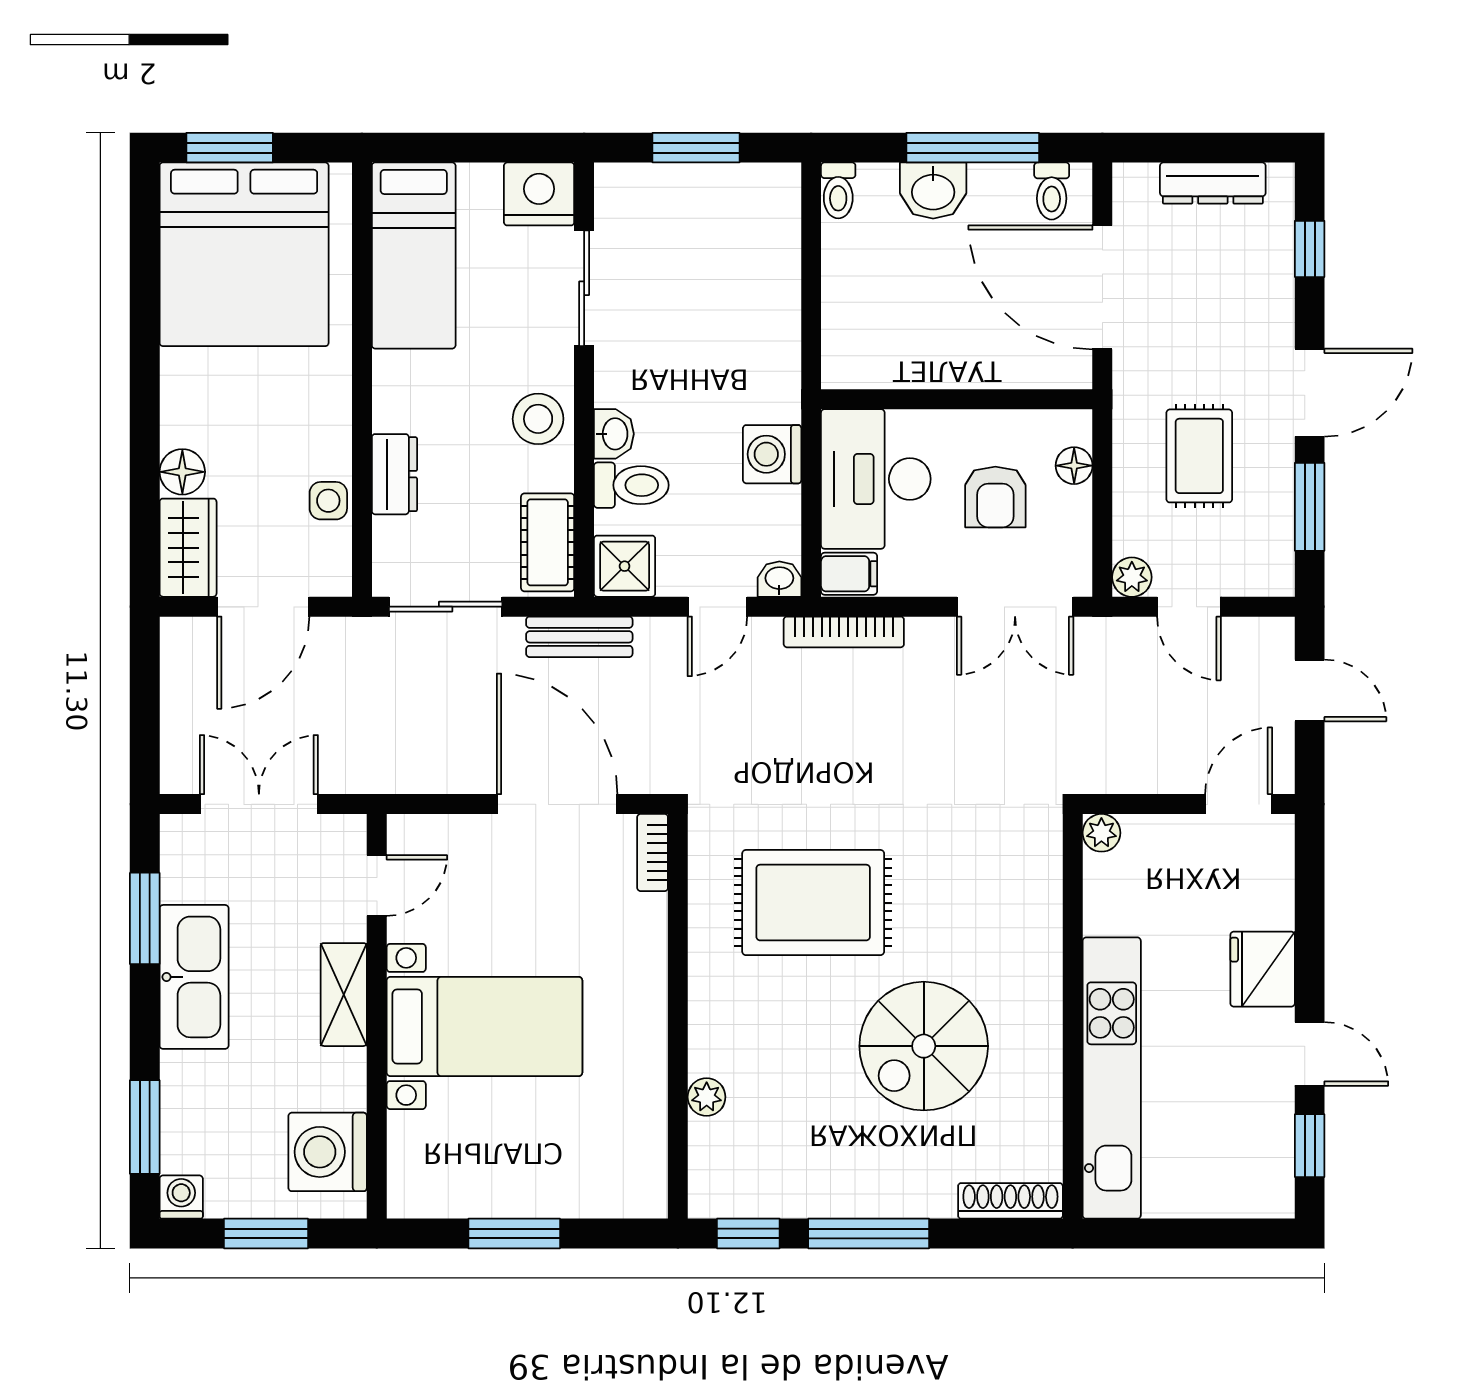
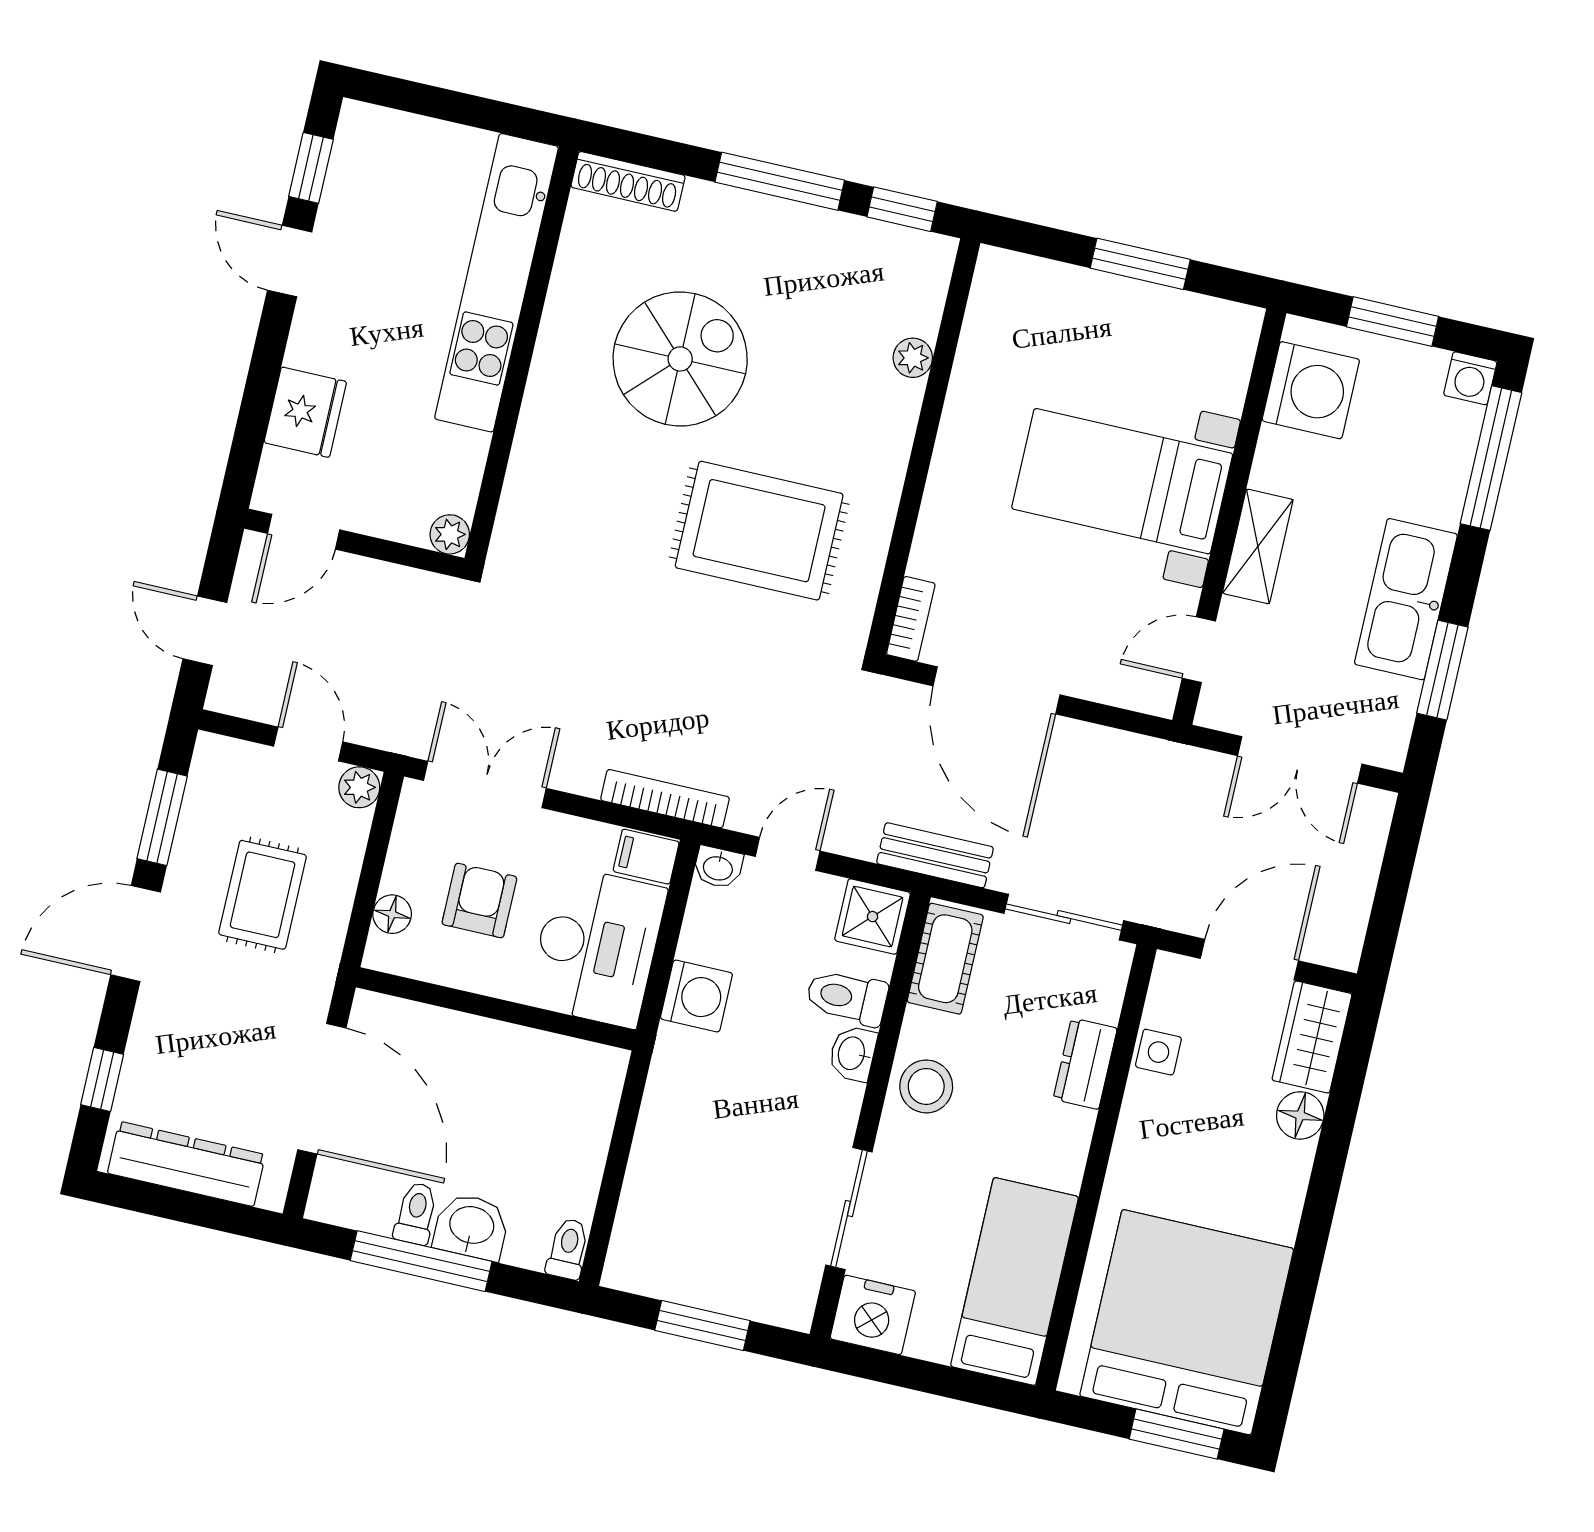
dresser: (1213, 183) -> (186, 1164), width x1.37, depth x1.24
toilet: (1052, 191) -> (416, 1213), moved
fridge: (1263, 969) -> (305, 412), moved
window: (145, 1127) -> (1491, 458), width x1.44

